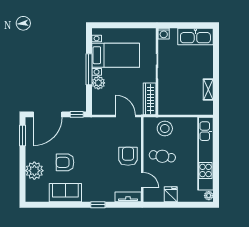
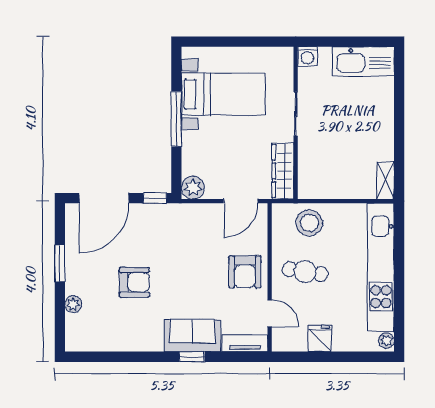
plant: (98, 83) -> (193, 188), moved
shelving: (208, 89) -> (386, 180), moved
door: (126, 116) -> (241, 201), swing flipped
window: (23, 136) -> (60, 263), moved
armchair: (128, 156) -> (245, 272), turned 180
armchair: (65, 162) -> (134, 282), turned 180
plant: (34, 171) -> (73, 304), width x0.53, depth x0.53
sofa: (65, 193) -> (192, 335), moved

